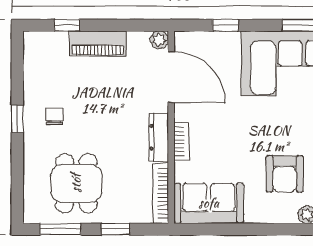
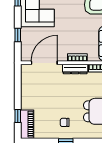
plant: (159, 40) -> (25, 69), removed
piano: (98, 43) -> (27, 124), moved

